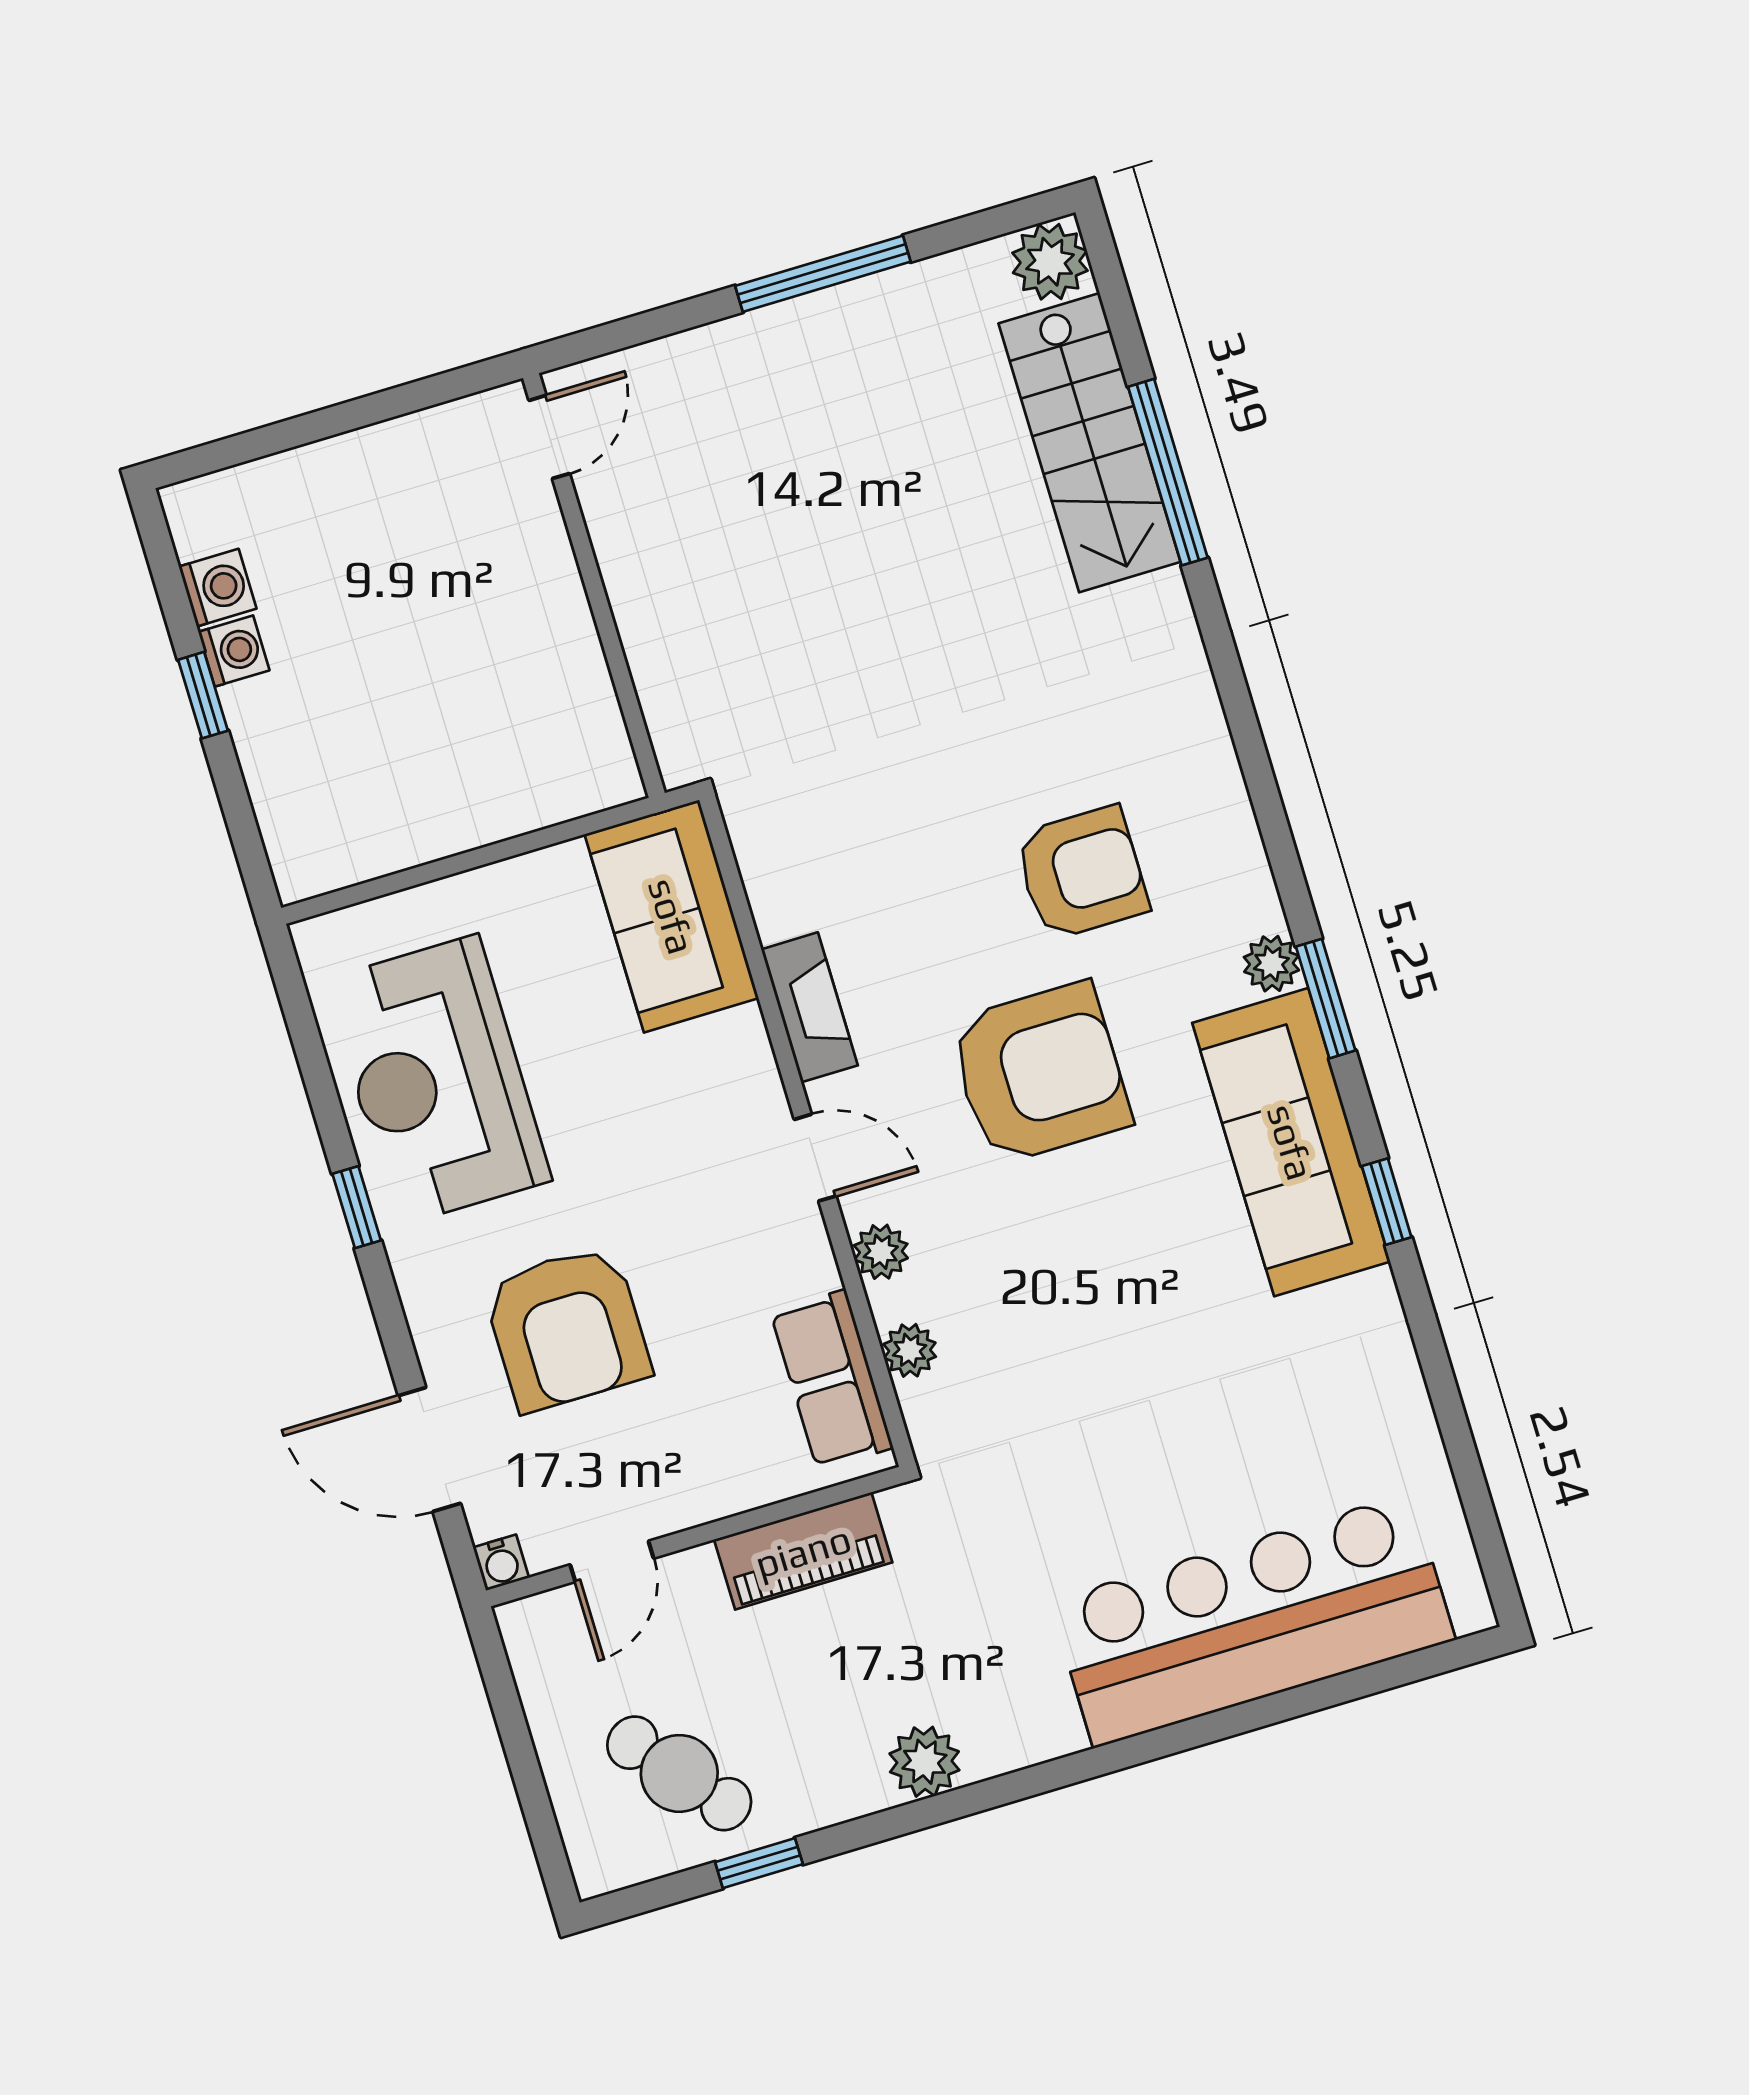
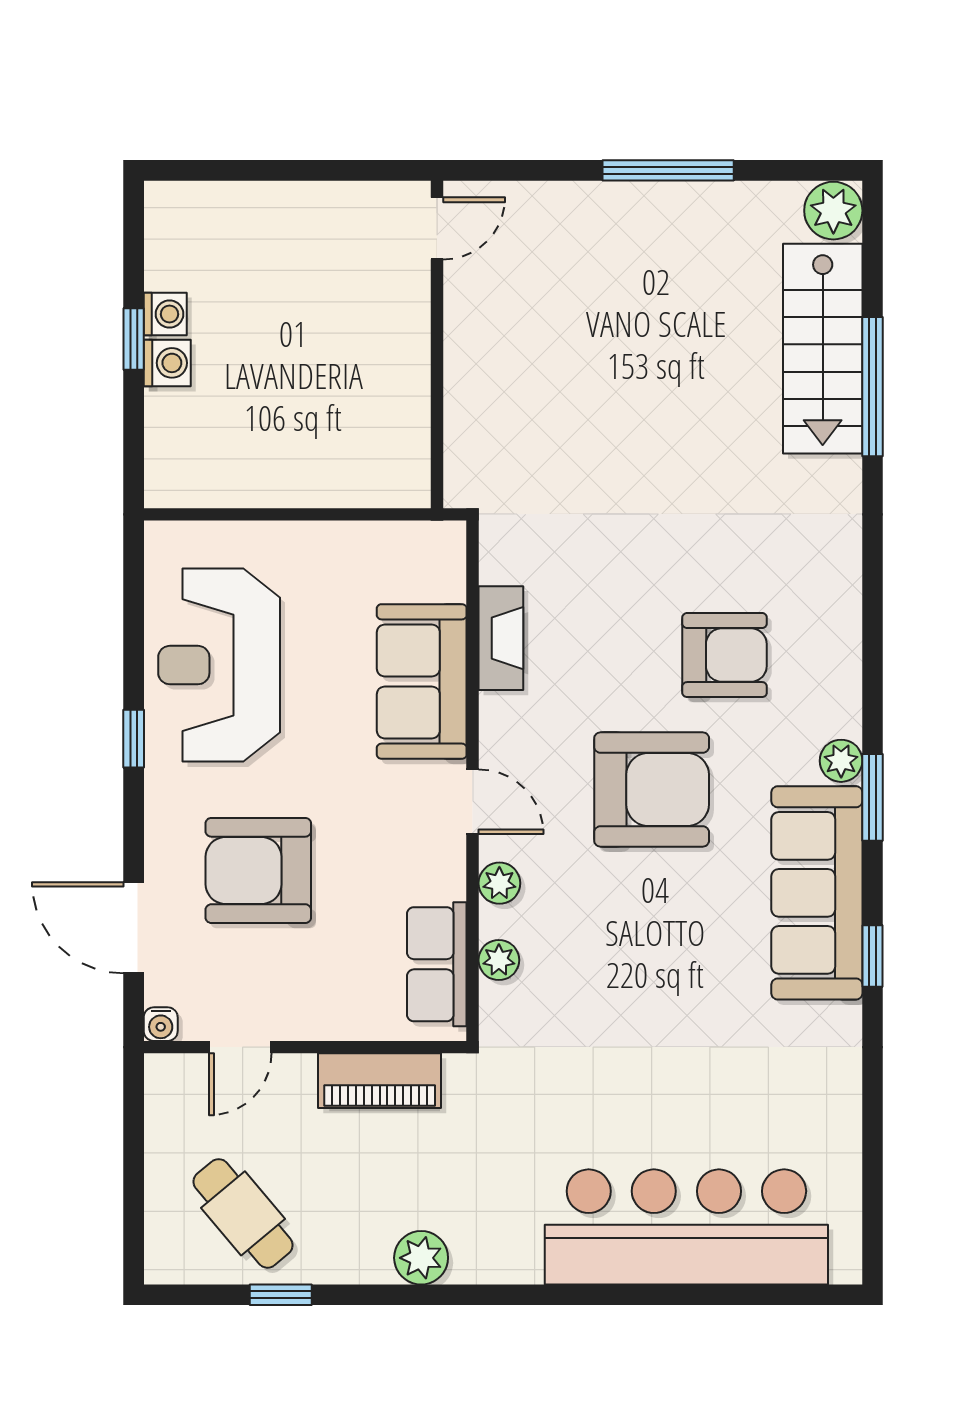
washing machine: (218, 588) -> (167, 363), moved
sofa: (672, 916) -> (422, 681), moved
fireplace: (810, 1007) -> (501, 638), moved
armchair: (567, 1328) -> (258, 870), turned 90

